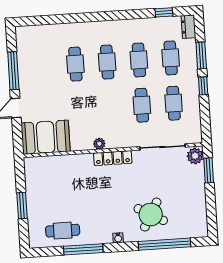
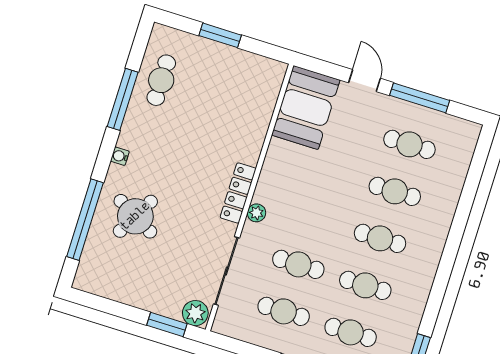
cafe table: (44, 66) -> (409, 144), added
plant: (99, 144) -> (256, 213), moved

